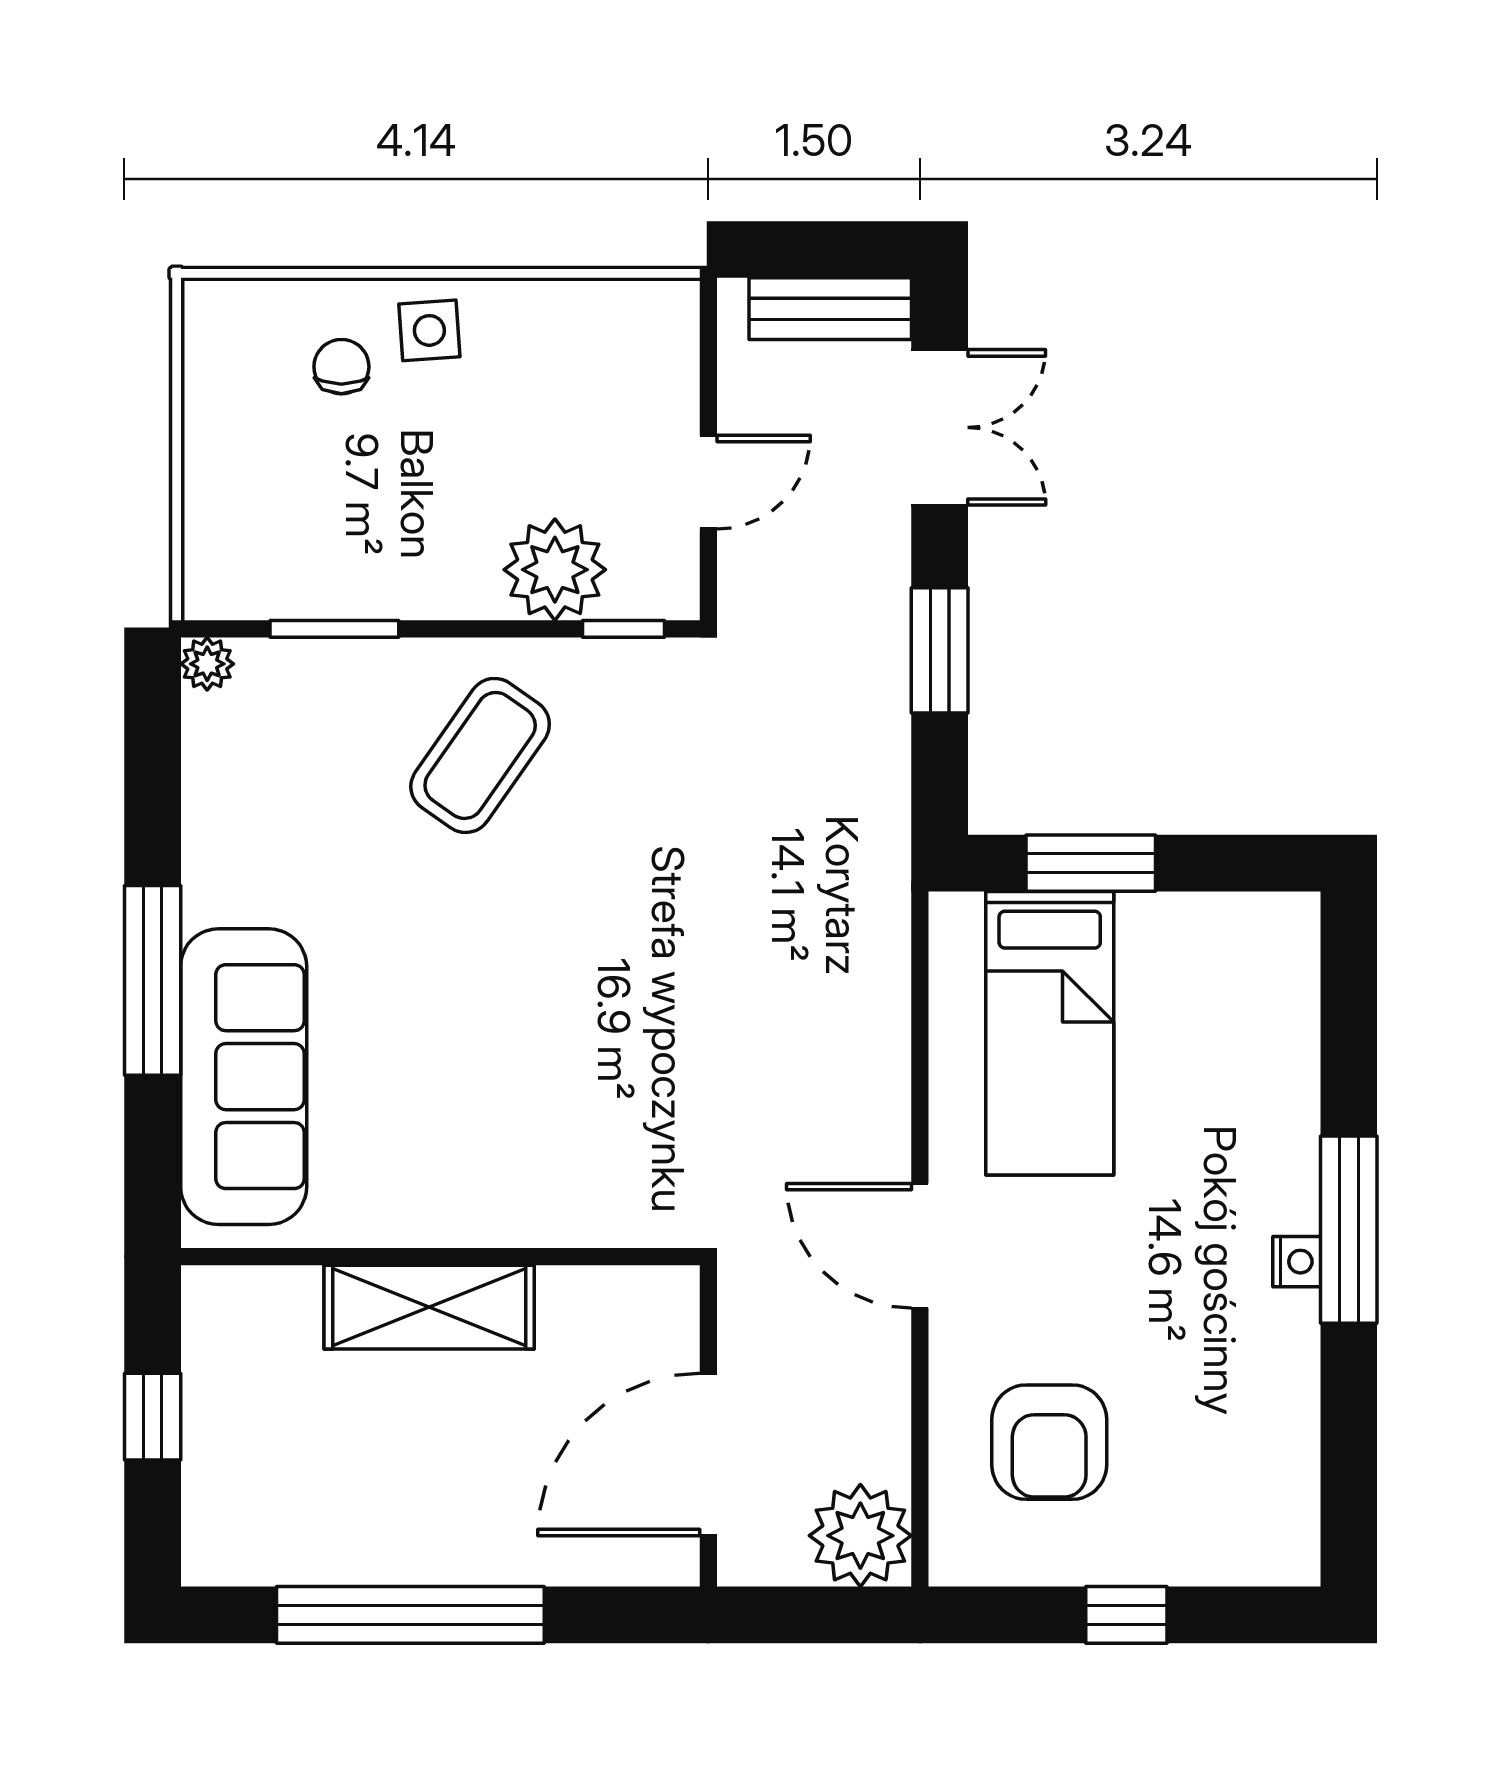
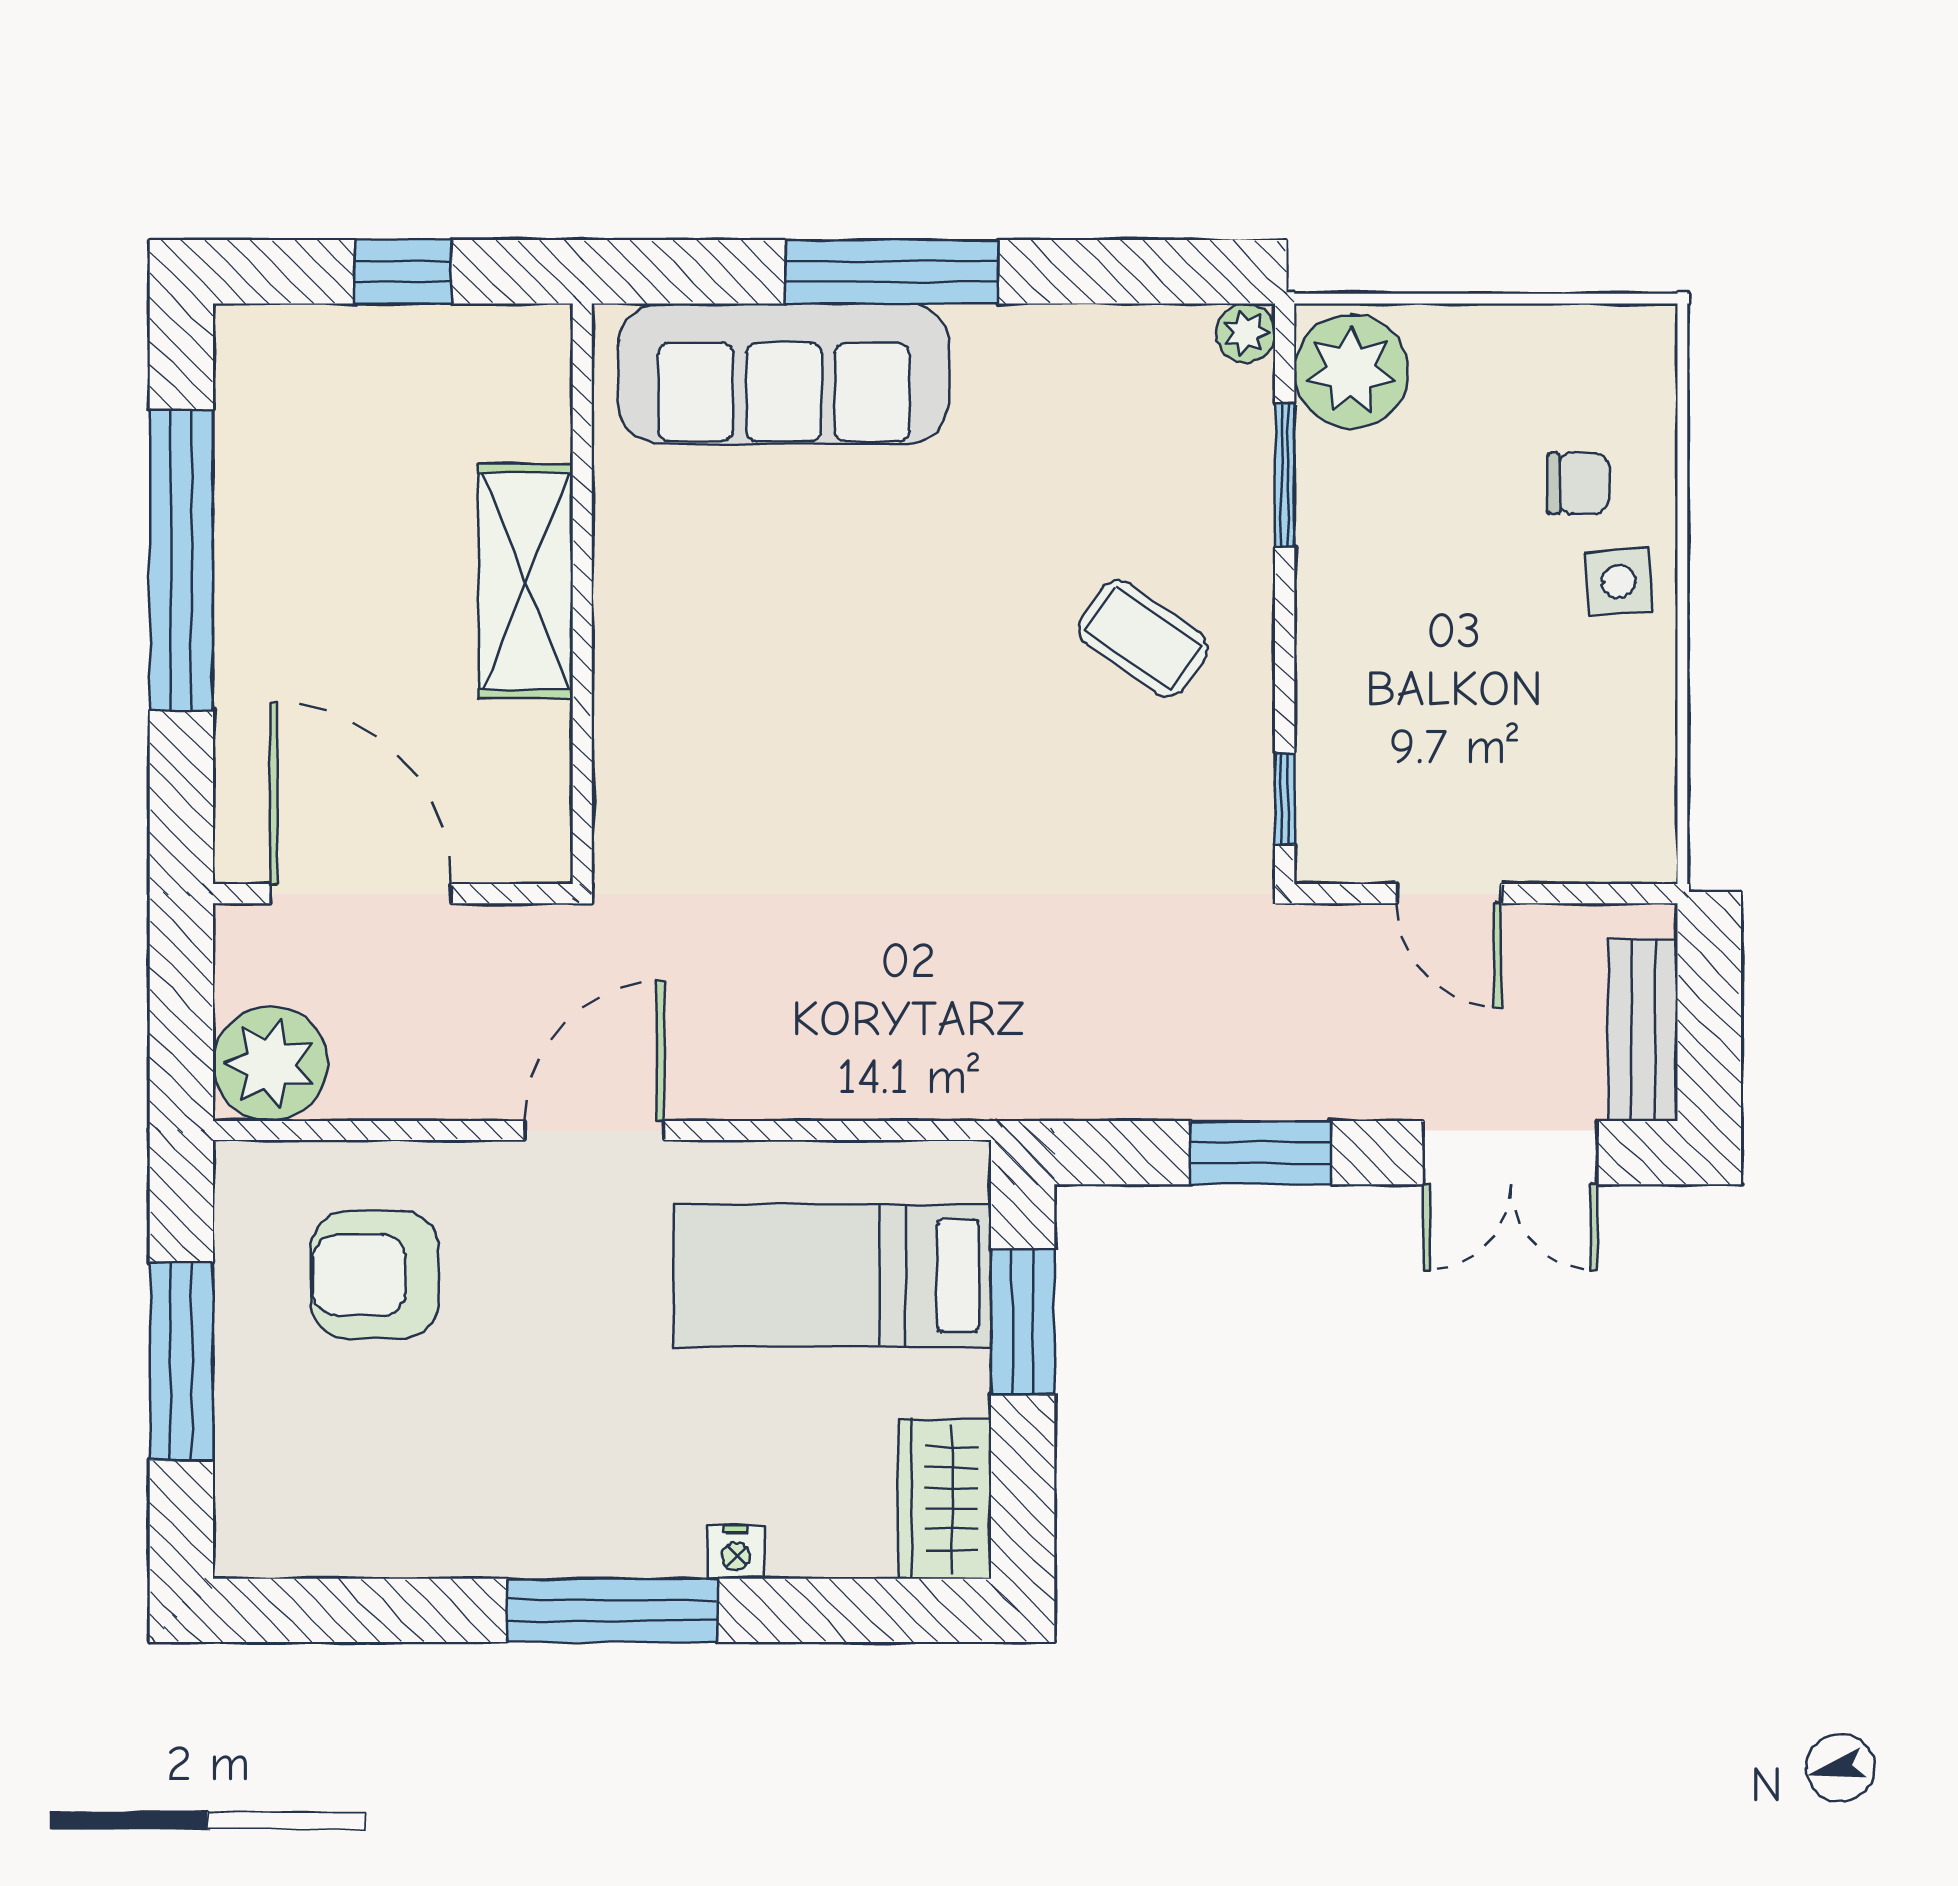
plant: (555, 570) -> (1351, 371), moved
coffee table: (480, 755) -> (1143, 638), width x0.73, depth x0.77
wardrobe: (1249, 933) -> (945, 1499), added
nightstand: (1297, 1262) -> (736, 1552), moved
window: (1126, 1615) -> (181, 1362), width x2.17

